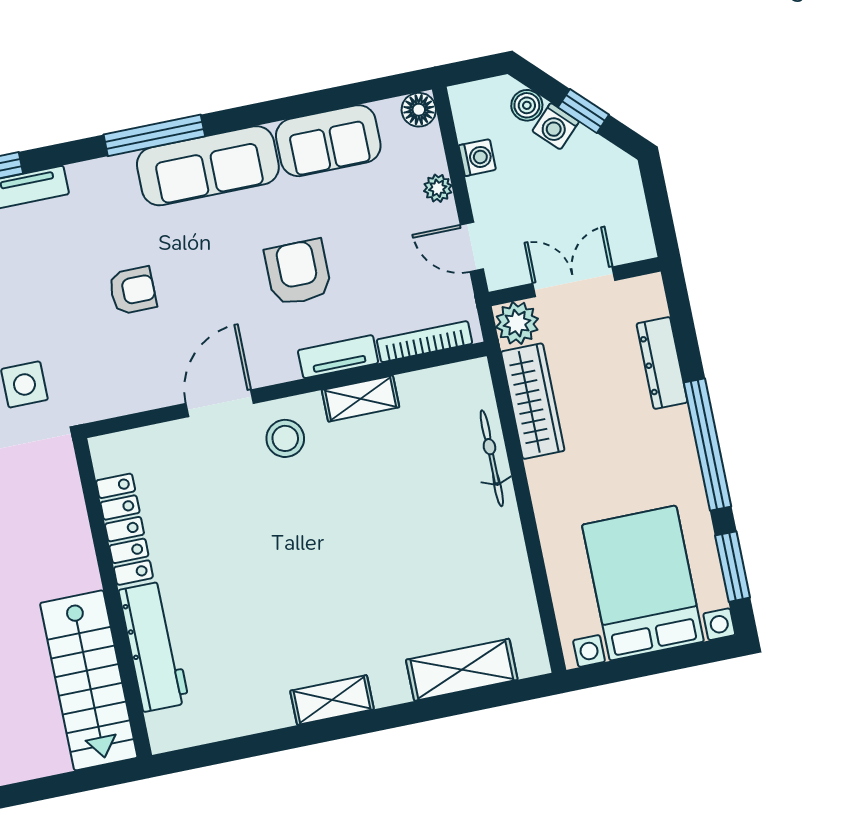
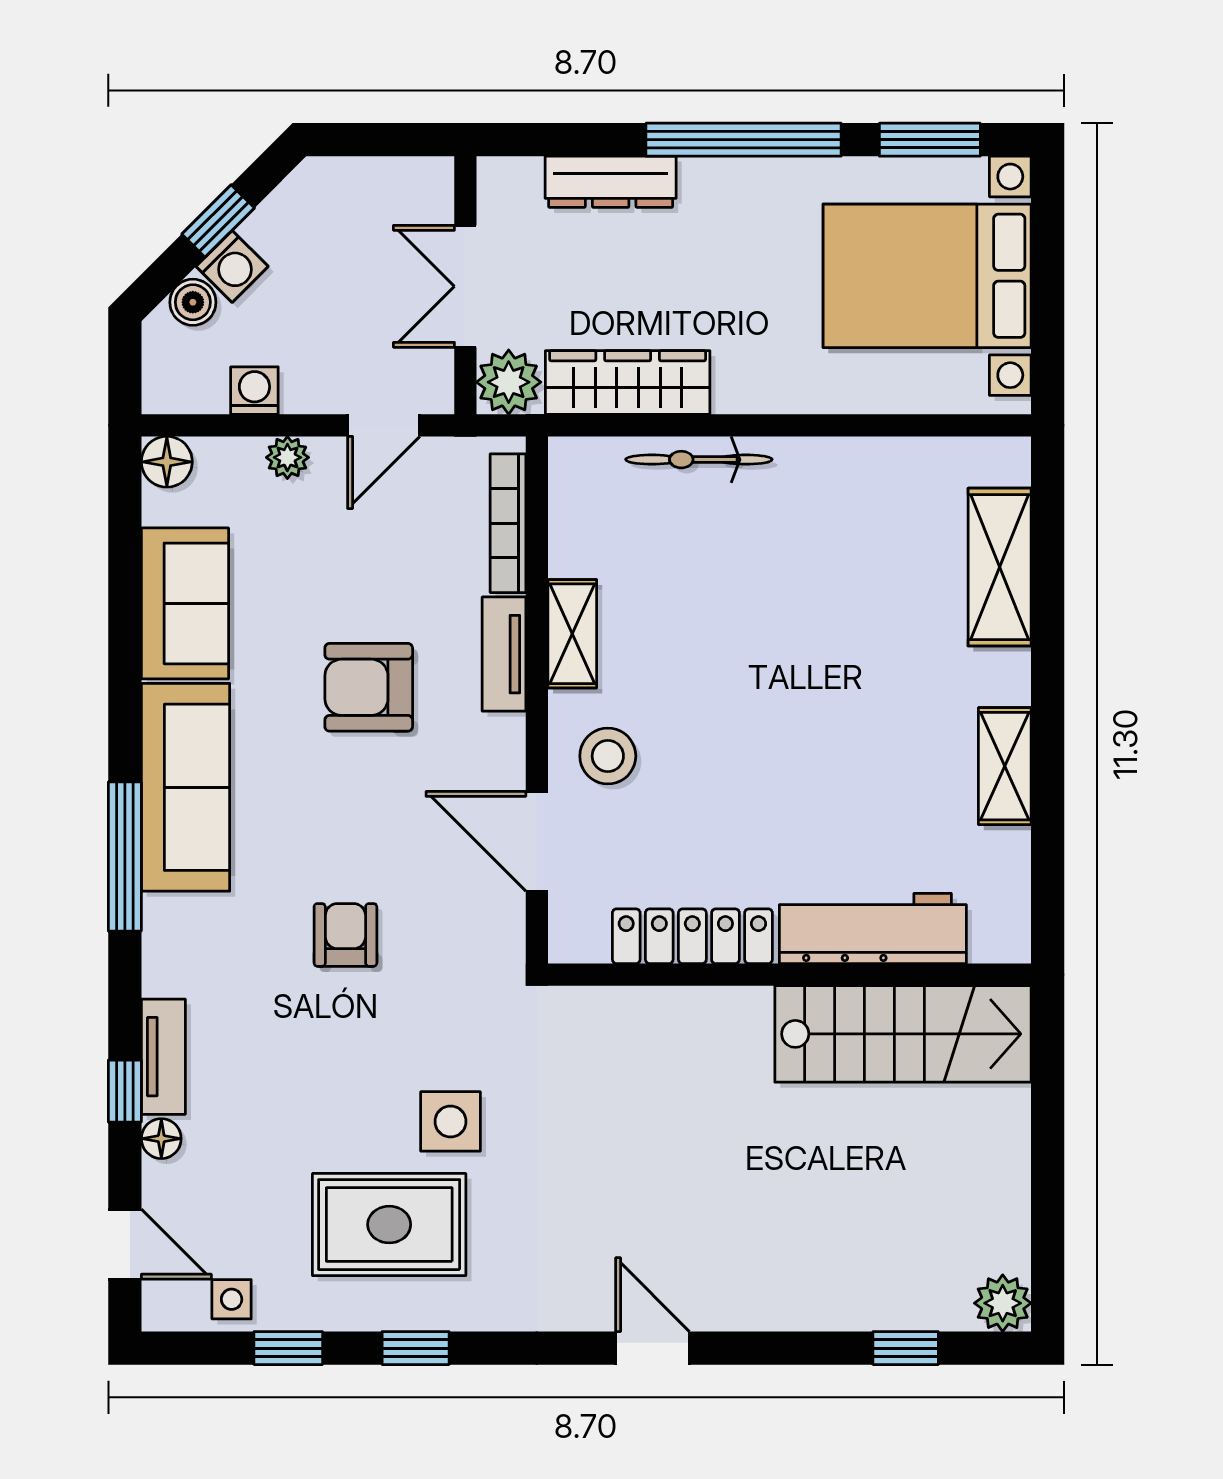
locker: (124, 529) -> (692, 936), moved
wall: (112, 598) -> (789, 975), moved
workbench: (154, 646) -> (873, 928), moved
stairs: (89, 680) -> (903, 1034), moved

